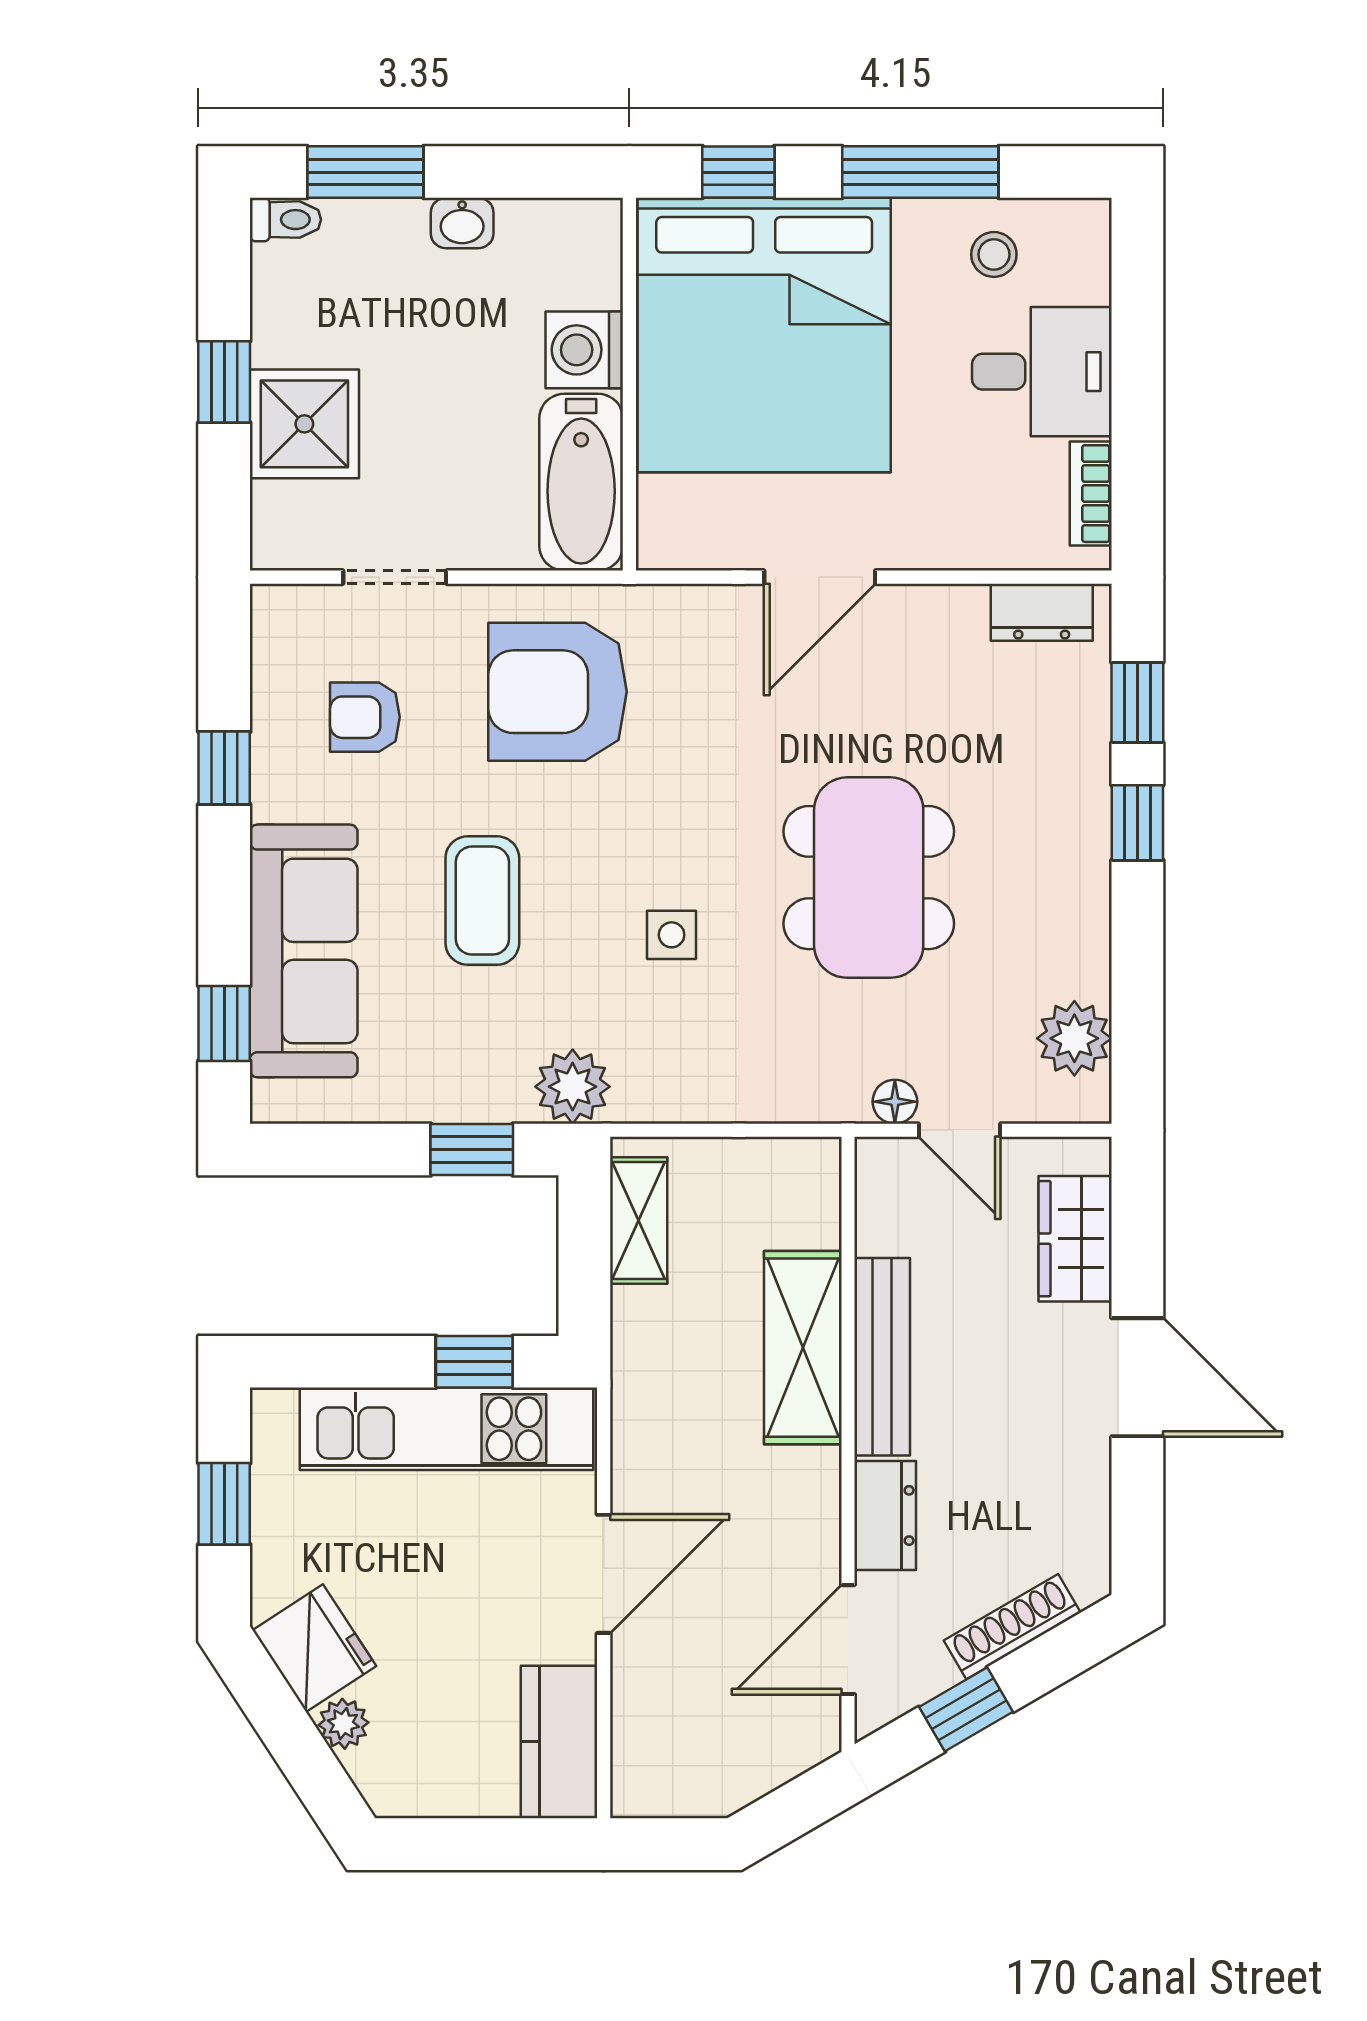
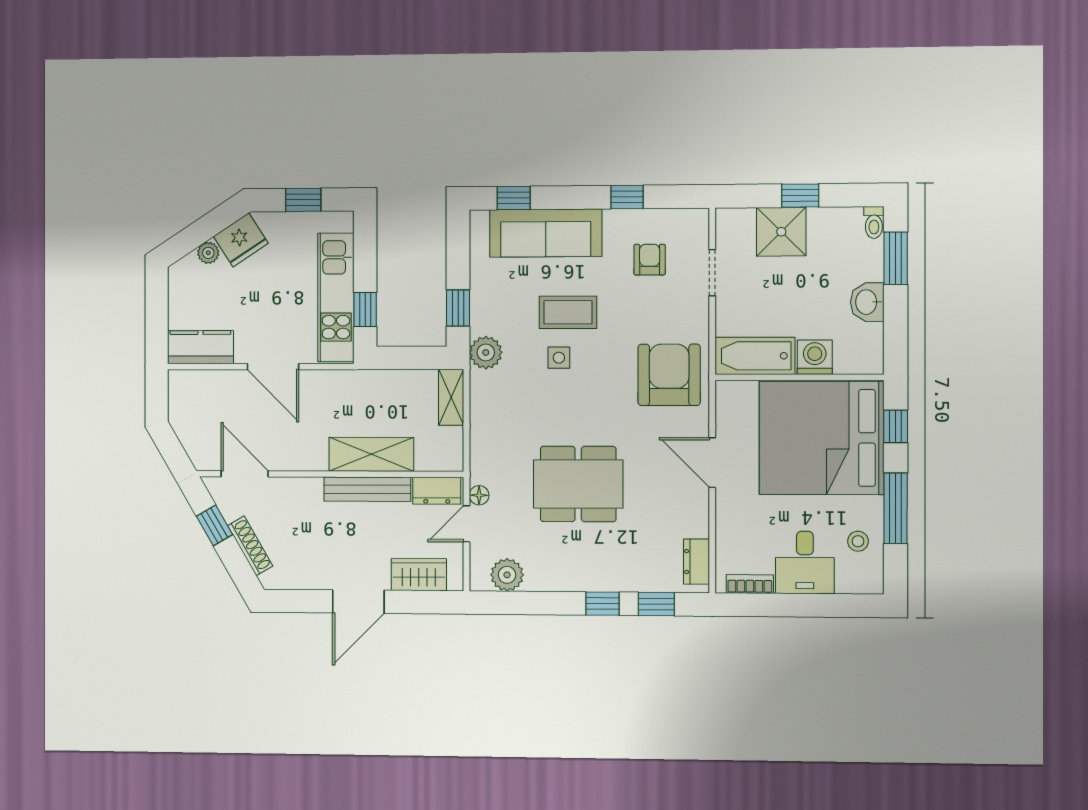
washbasin: (462, 223) -> (867, 302), width x1.38, depth x1.45
armchair: (557, 692) -> (669, 375), moved
side table: (672, 935) -> (559, 358), moved
shelving: (639, 1220) -> (451, 397), moved, turned 90
dresser: (885, 1515) -> (437, 491), moved

